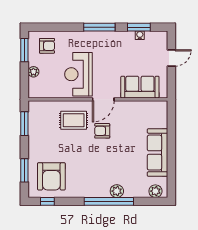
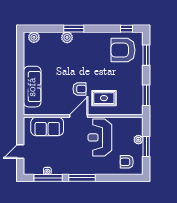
window: (139, 27) -> (48, 178), width x1.44
window: (24, 50) -> (146, 147), moved
reception desk: (78, 74) -> (100, 137), turned 180
sofa: (157, 153) -> (32, 87), moved
armchair: (51, 176) -> (123, 50), turned -90
window: (109, 201) -> (74, 29), width x0.47

